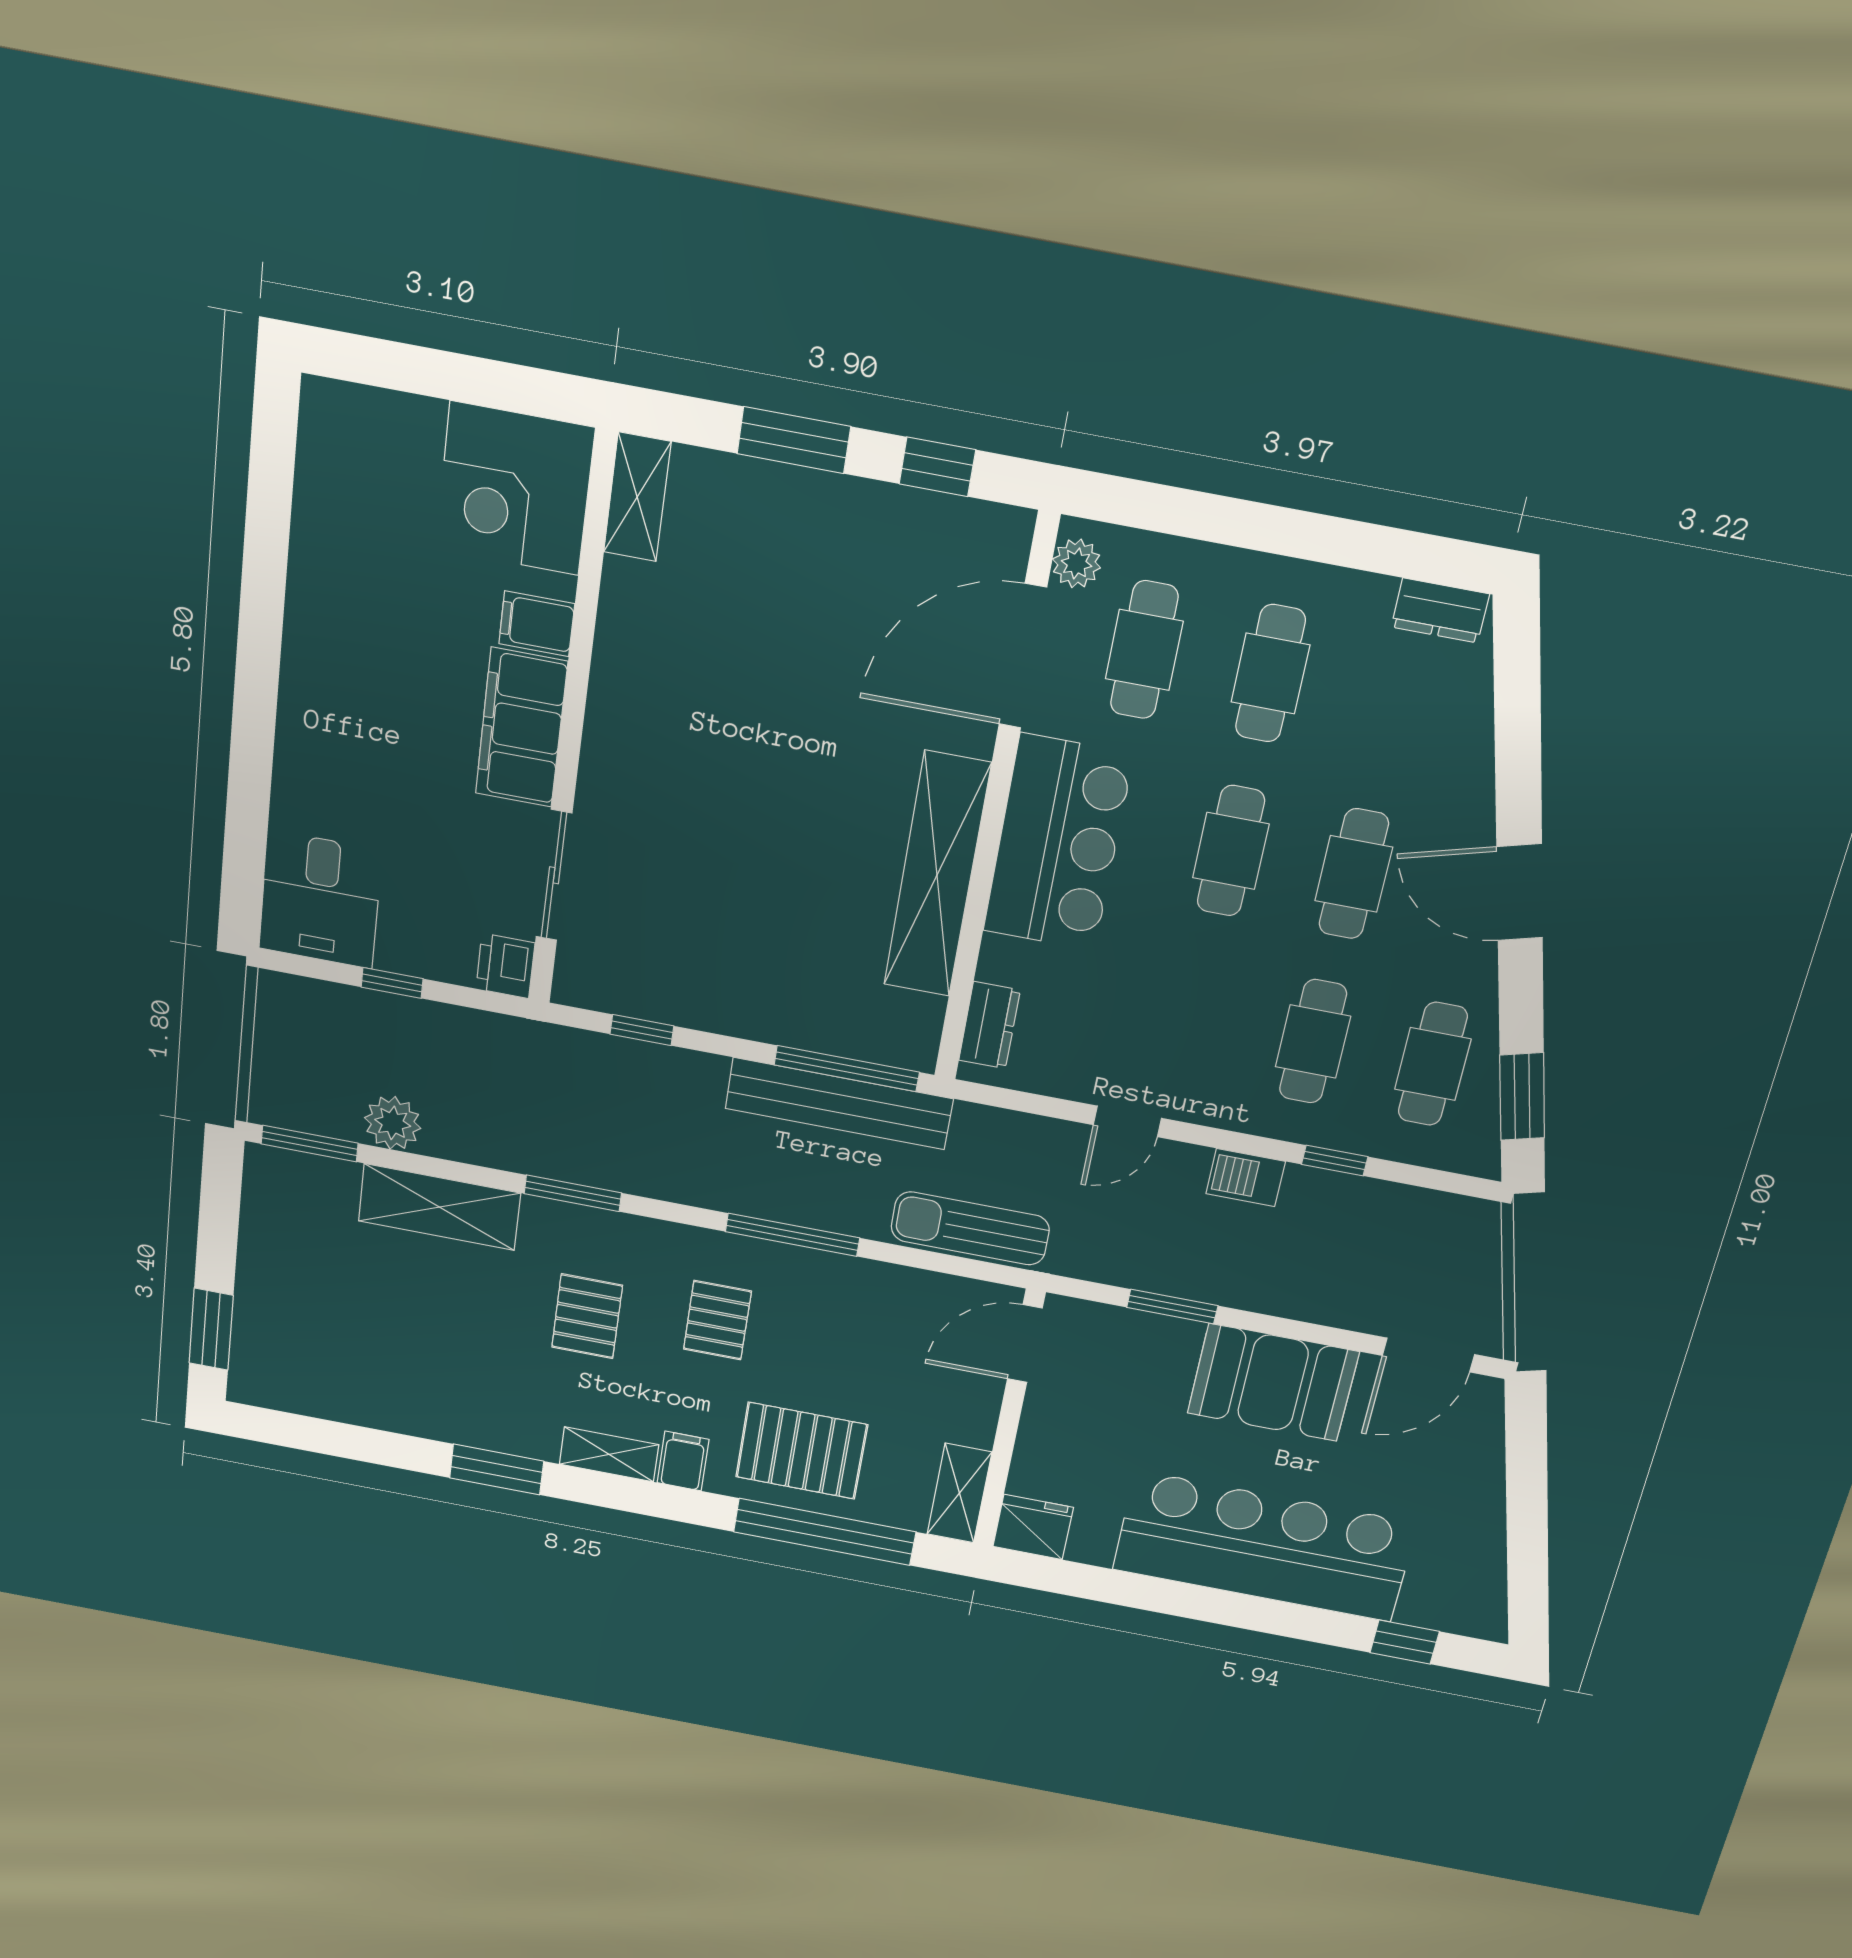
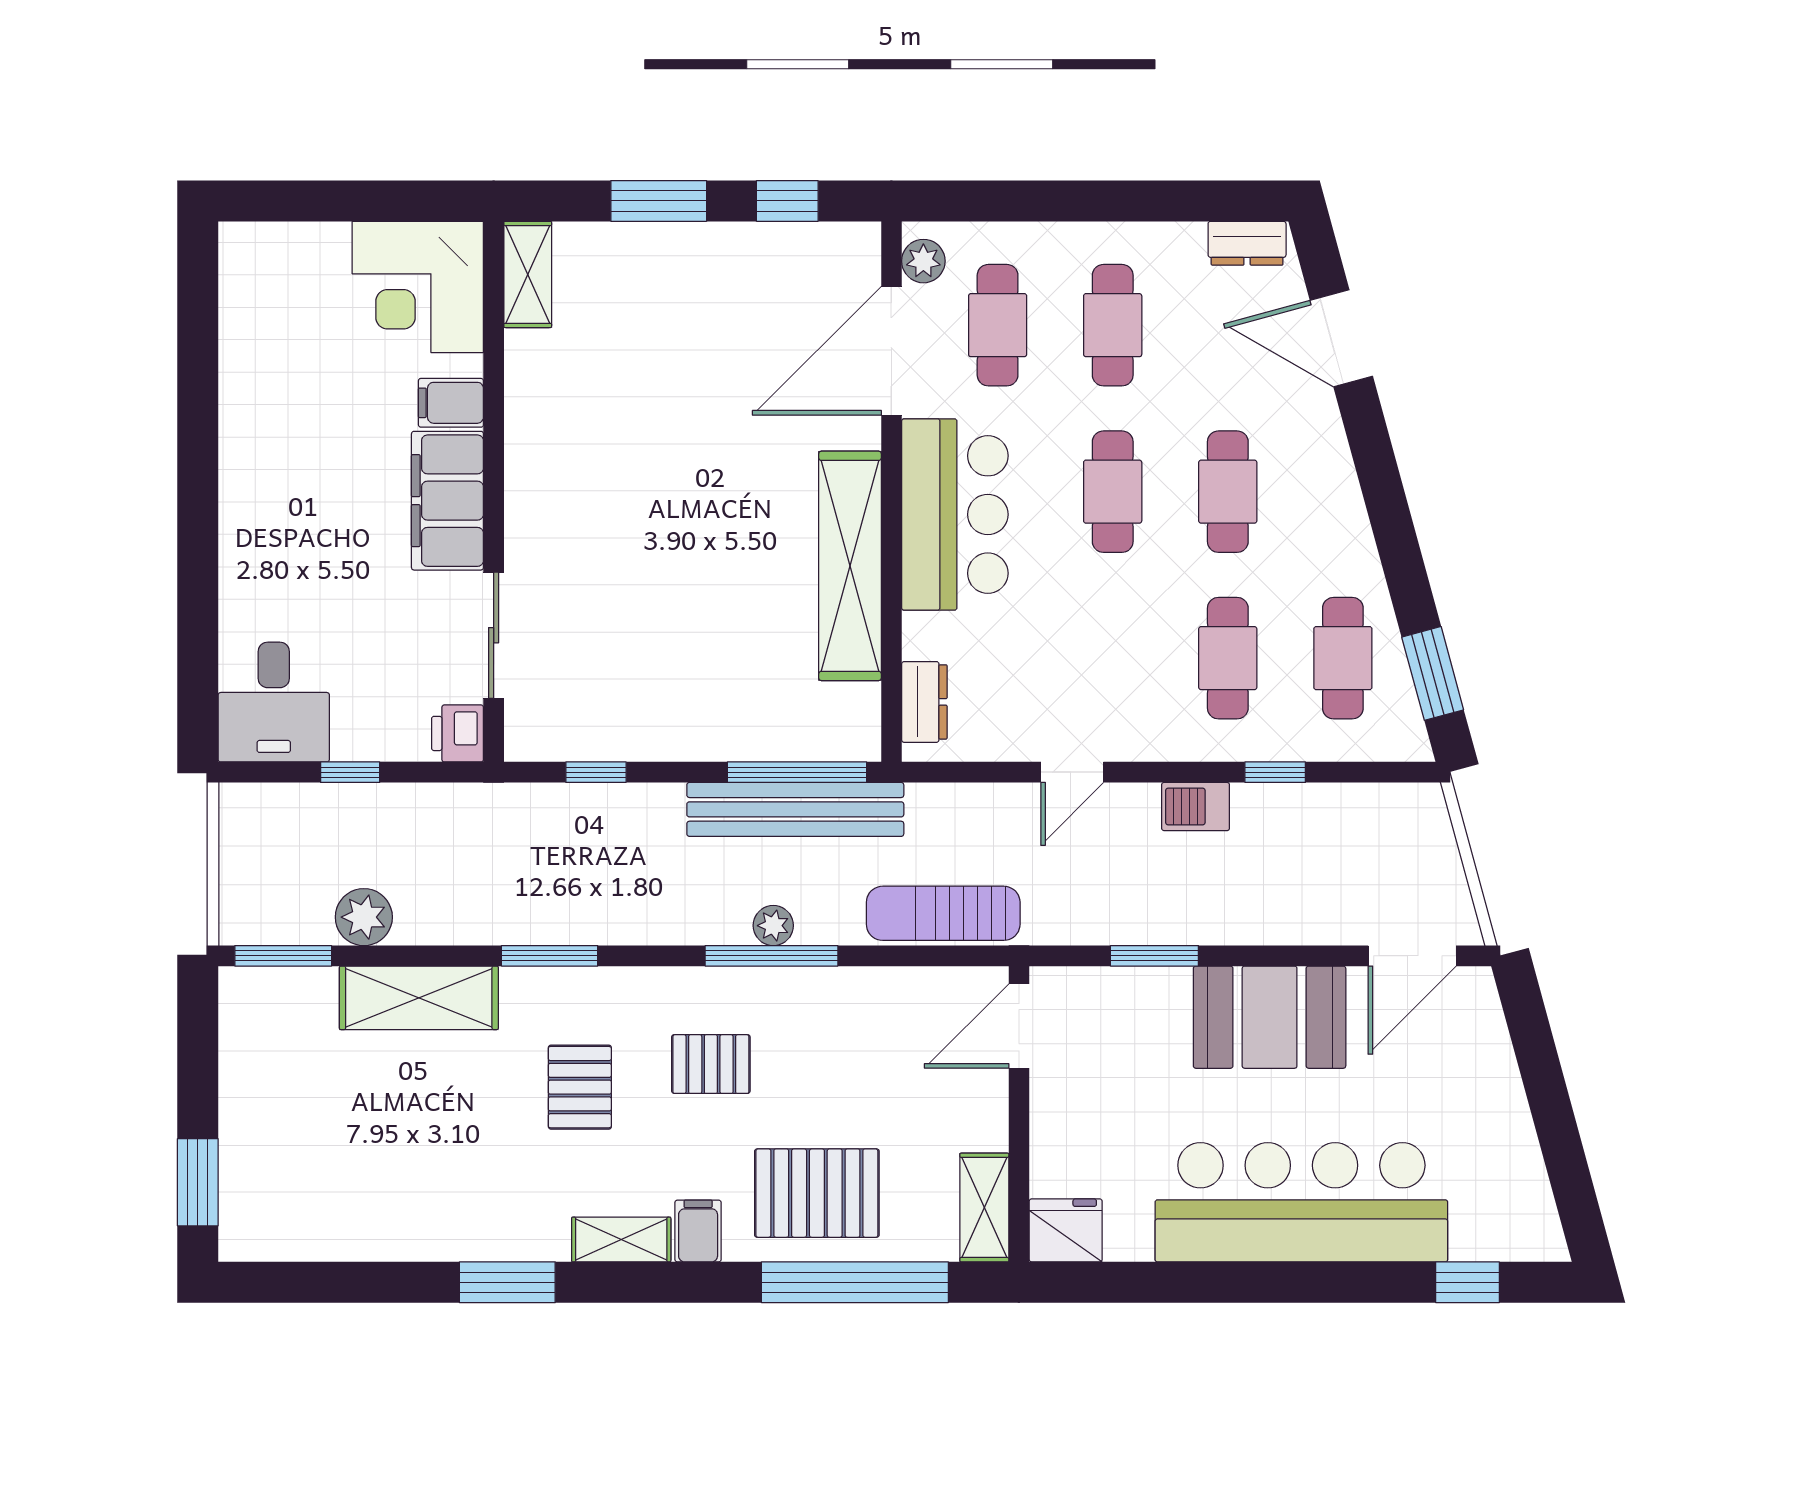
door: (1520, 892) -> (1341, 338), moved
plant: (799, 1208) -> (773, 926), added
pallet: (717, 1320) -> (711, 1064), turned 90

